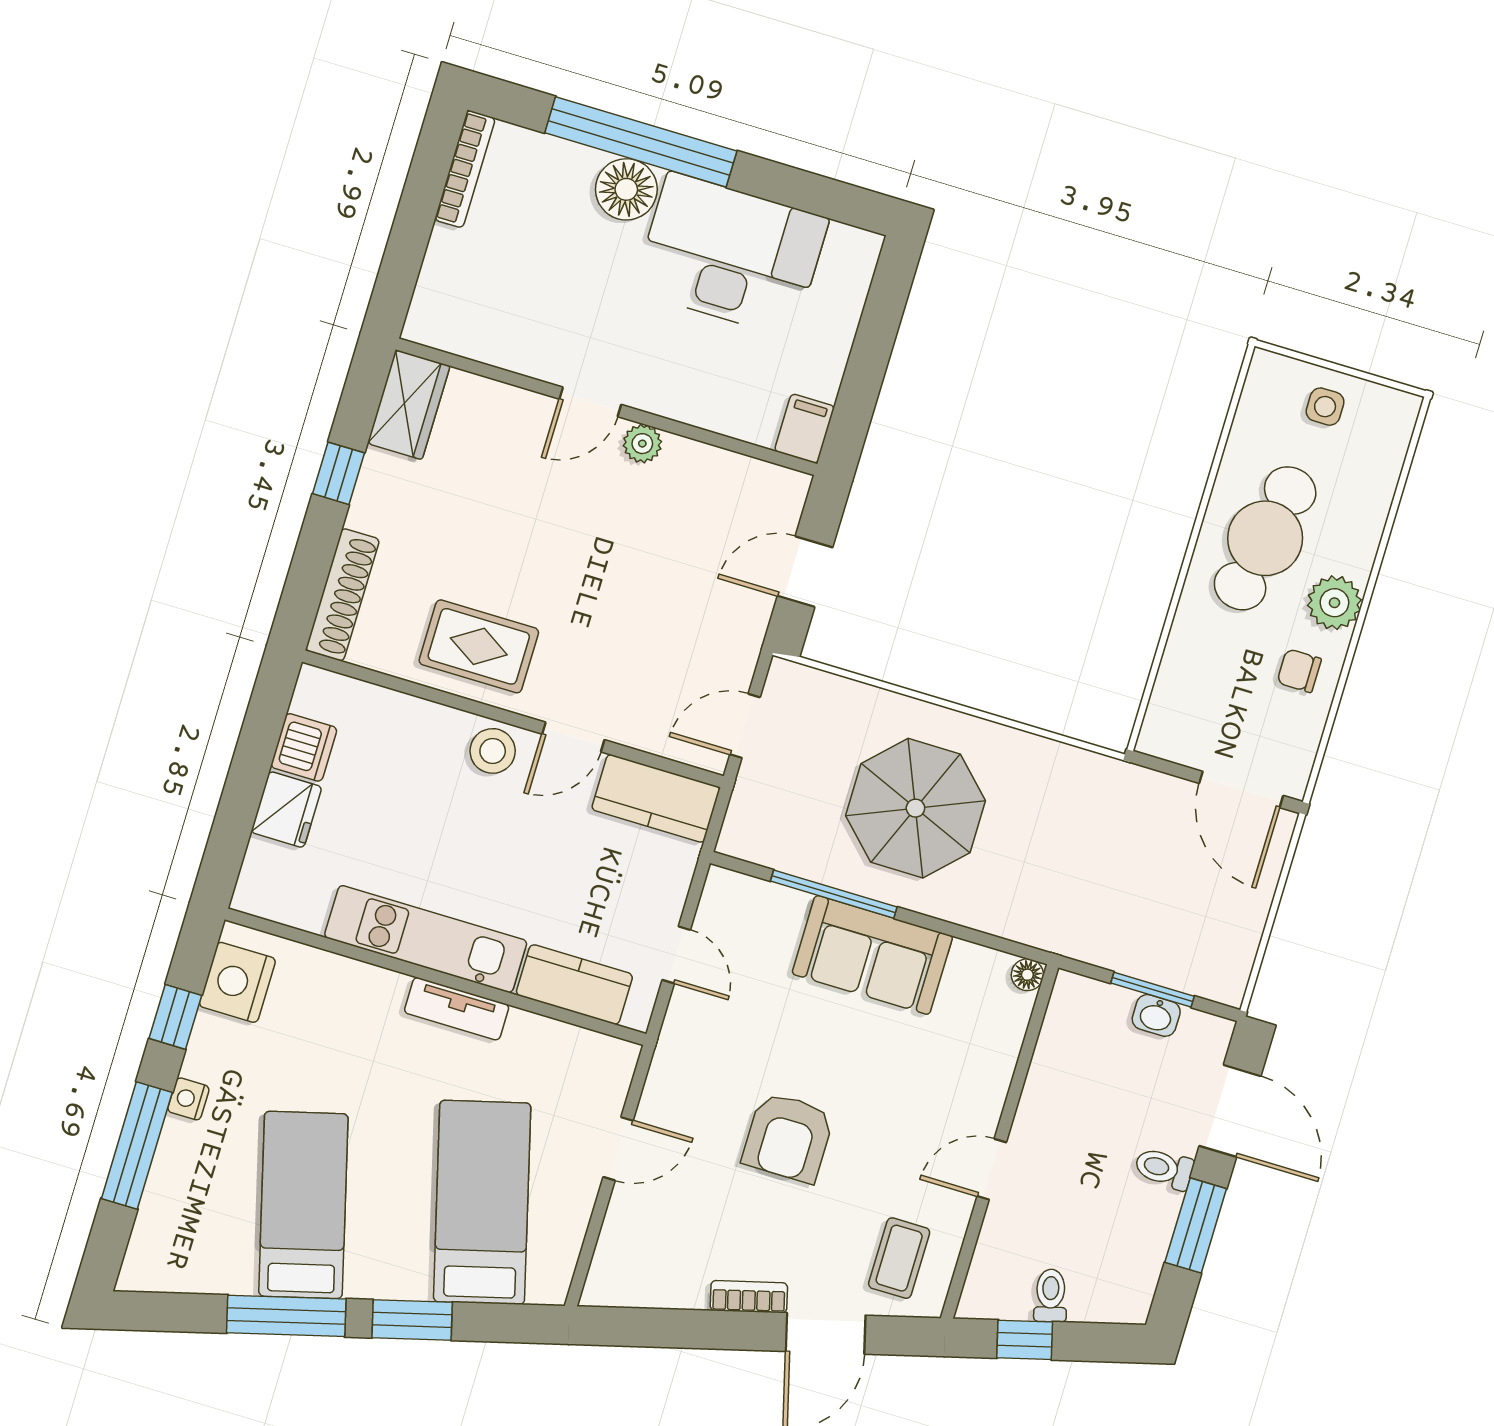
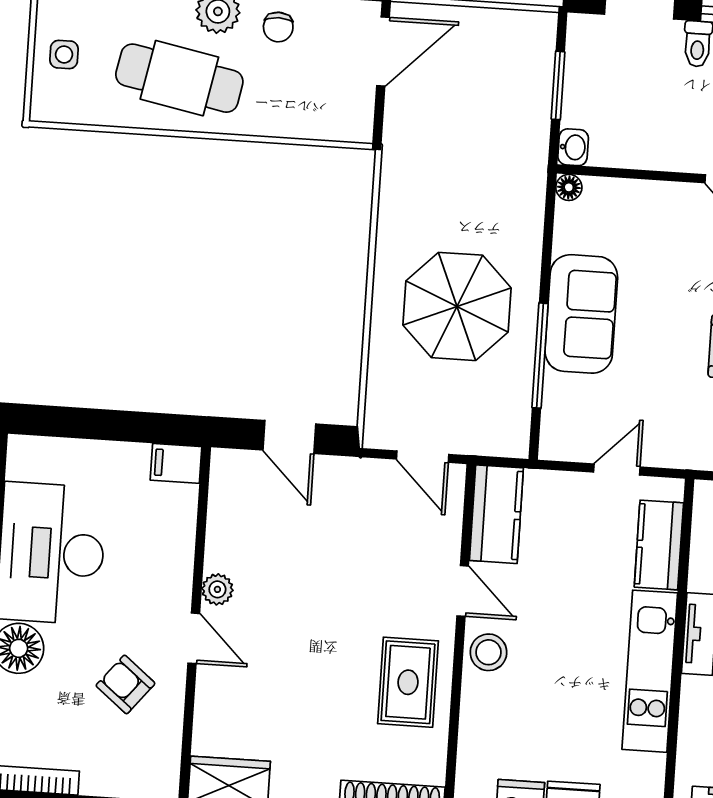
armchair: (554, 307) -> (125, 684), added
washbasin: (1156, 1015) -> (573, 147), moved

